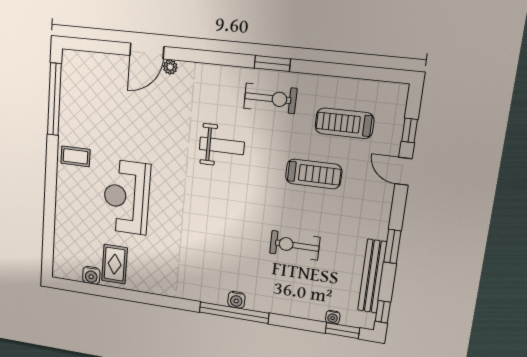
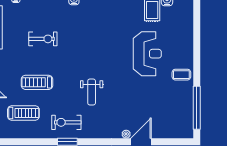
weight bench: (222, 146) -> (92, 92), turned -90

